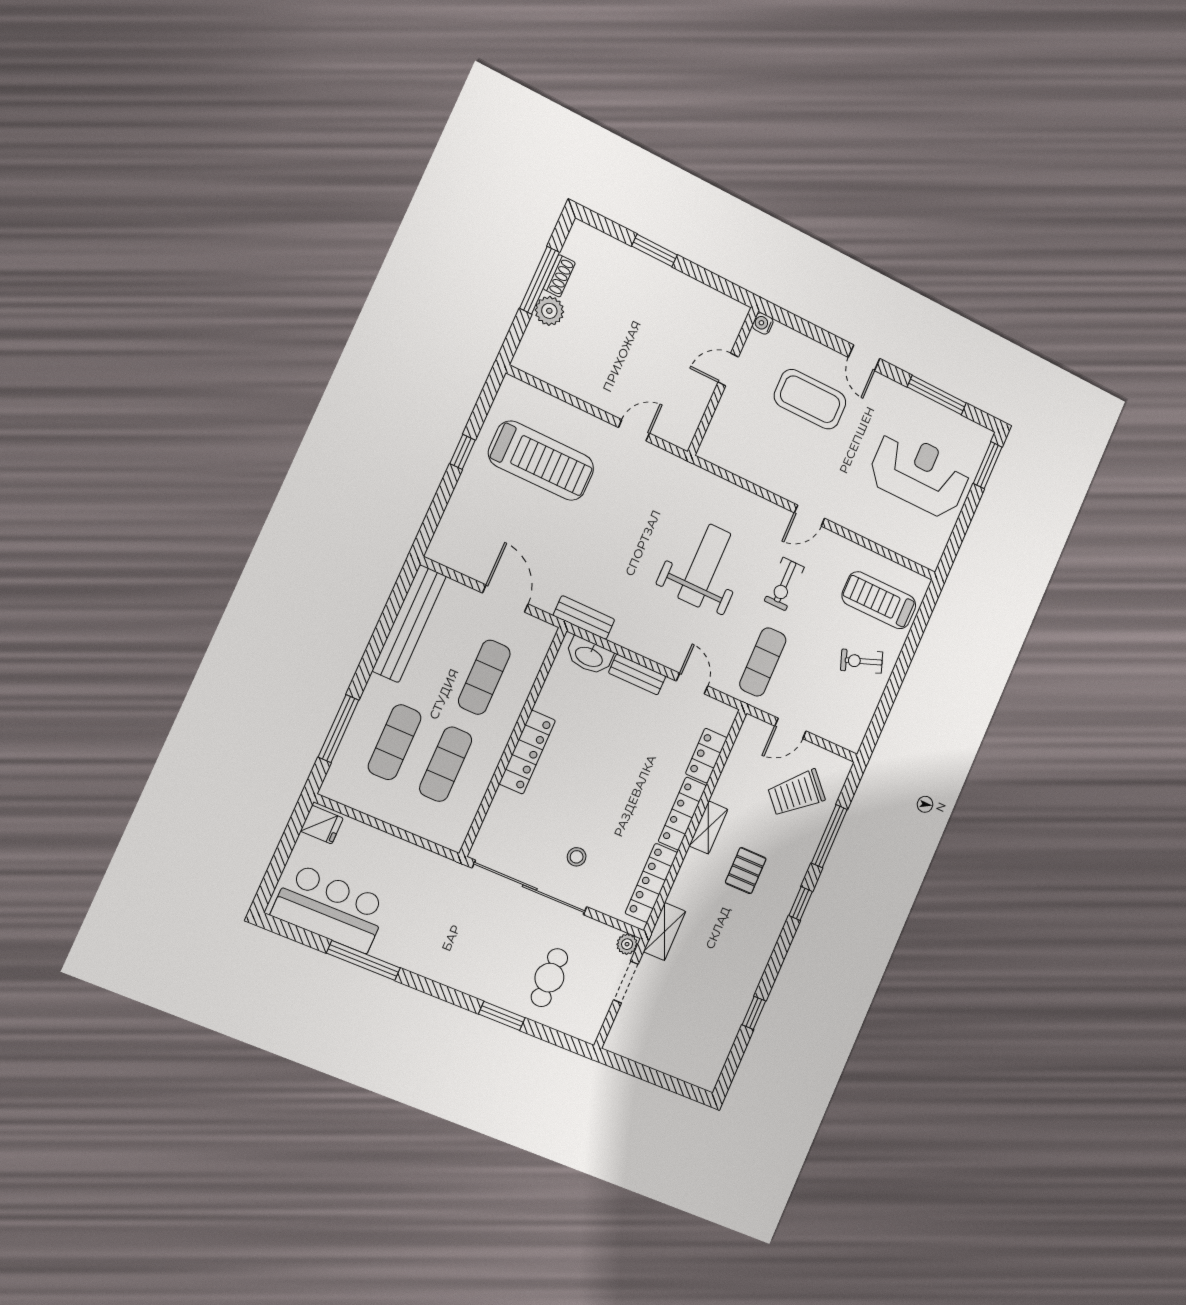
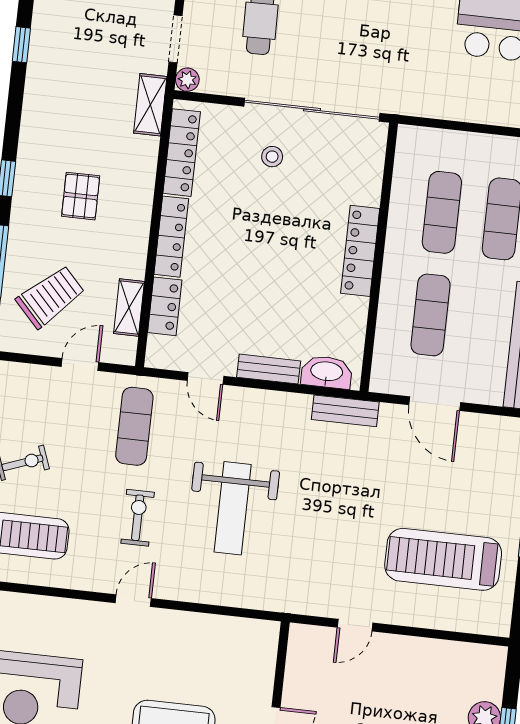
shelving: (708, 827) -> (129, 308), moved

